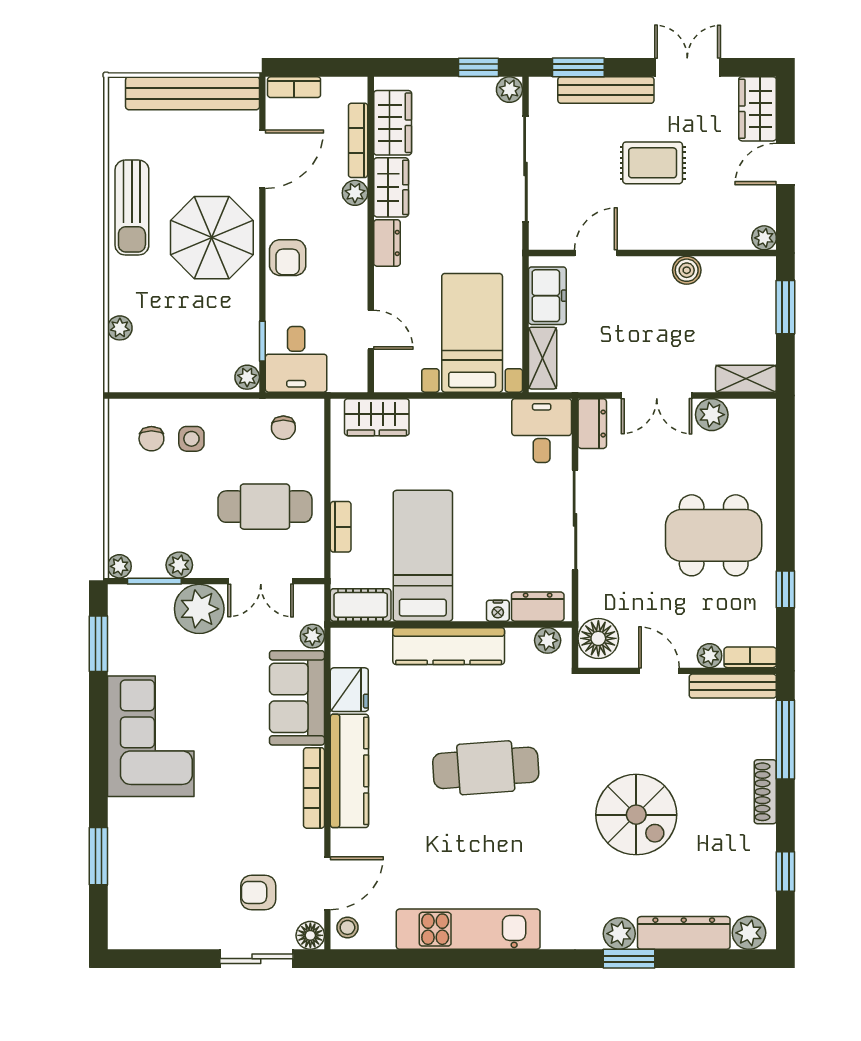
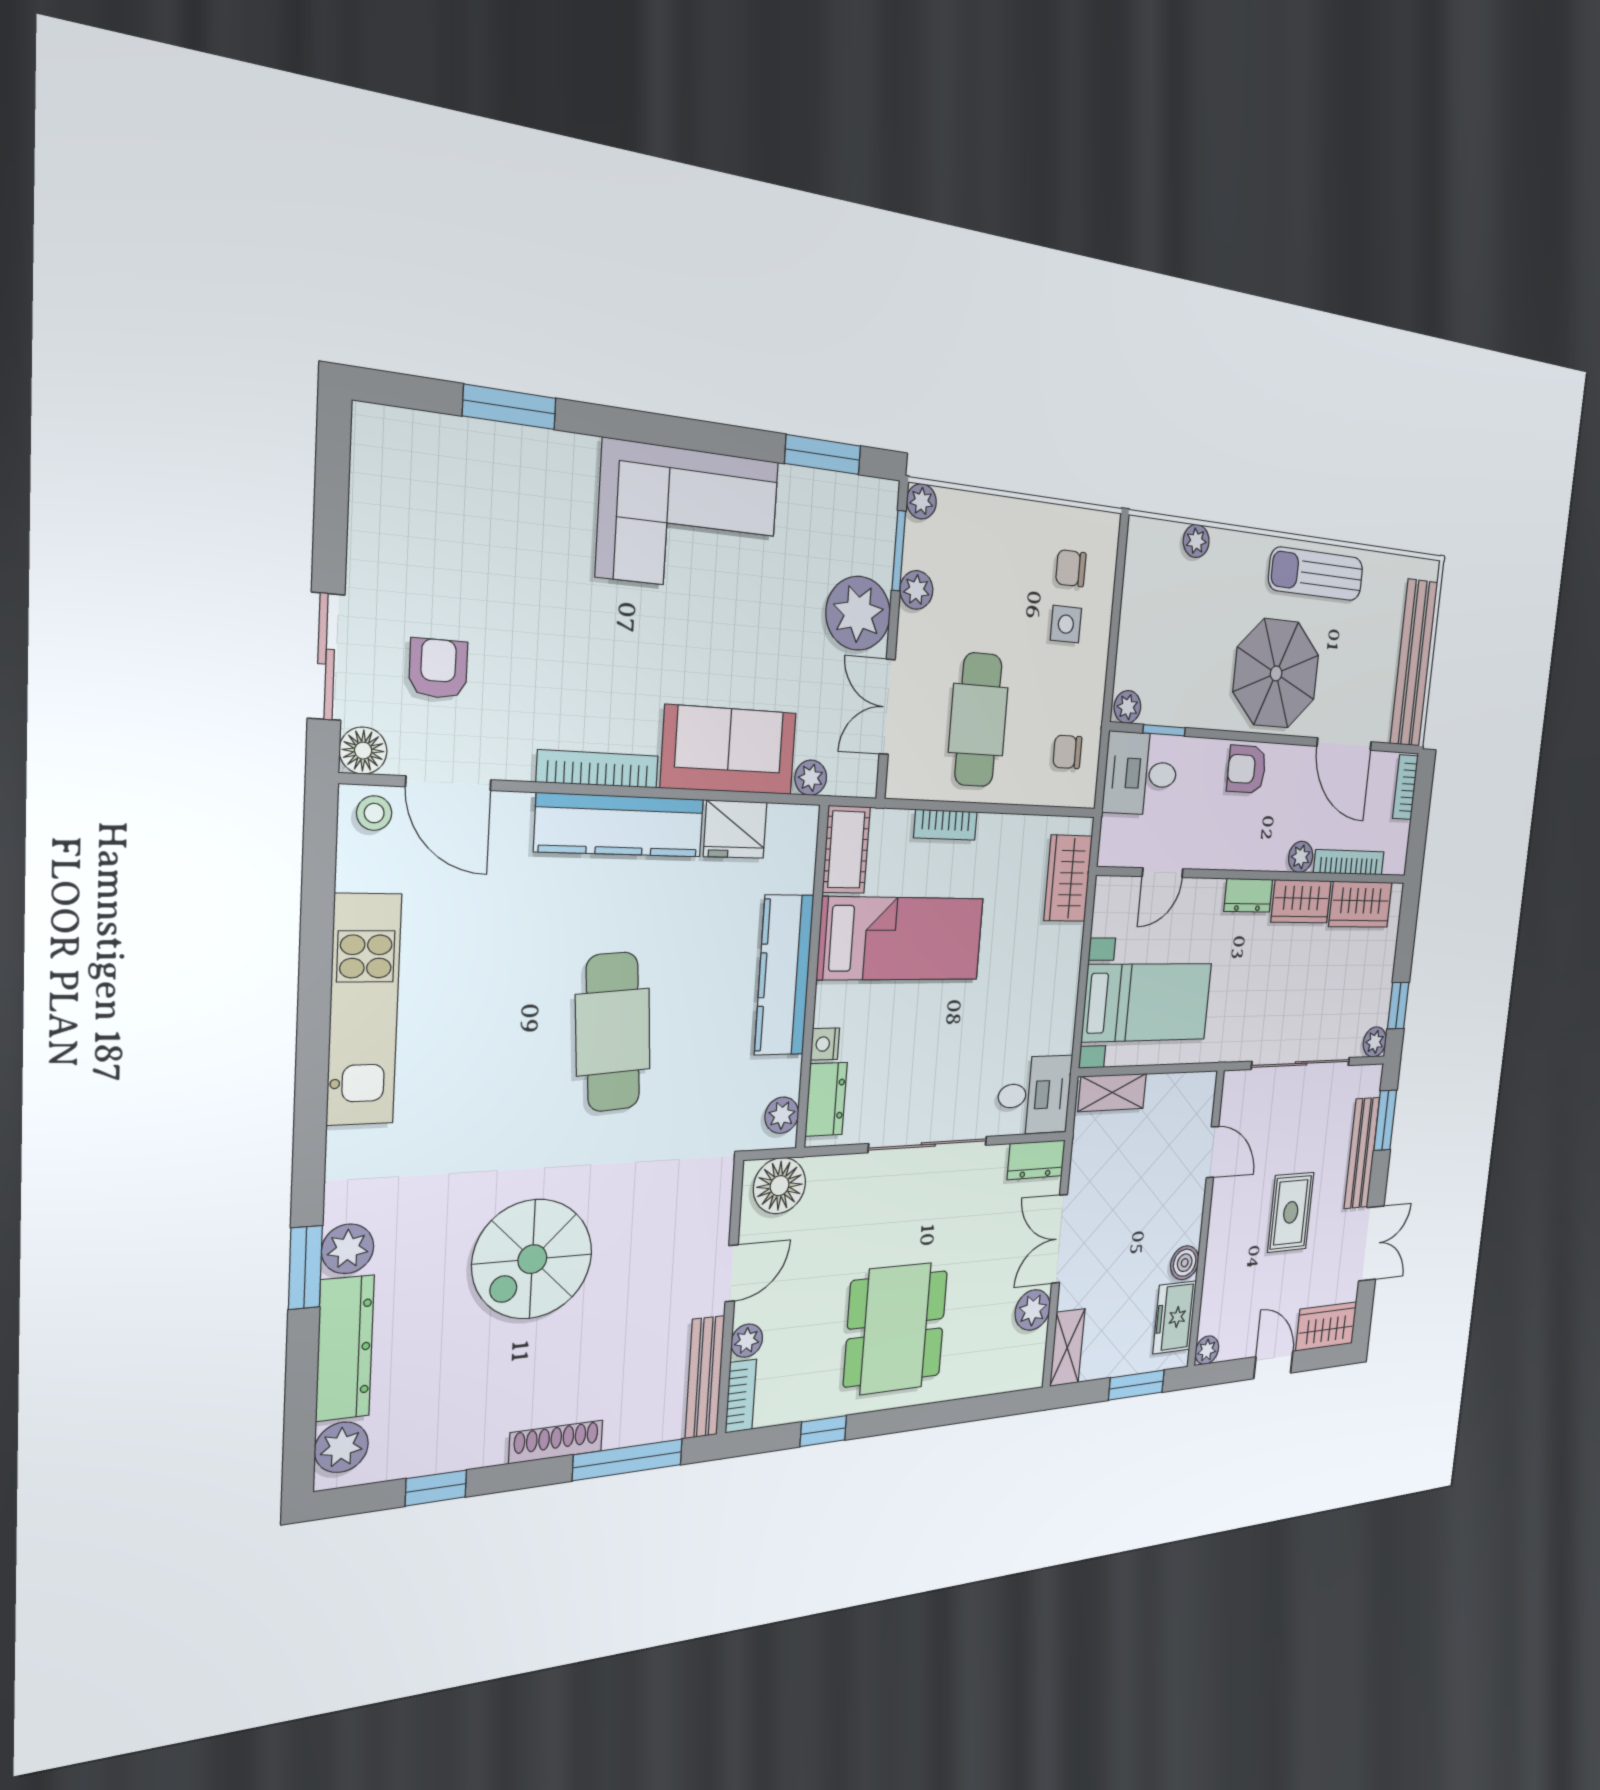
freezer: (547, 296) -> (1175, 1317), moved, turned 90

